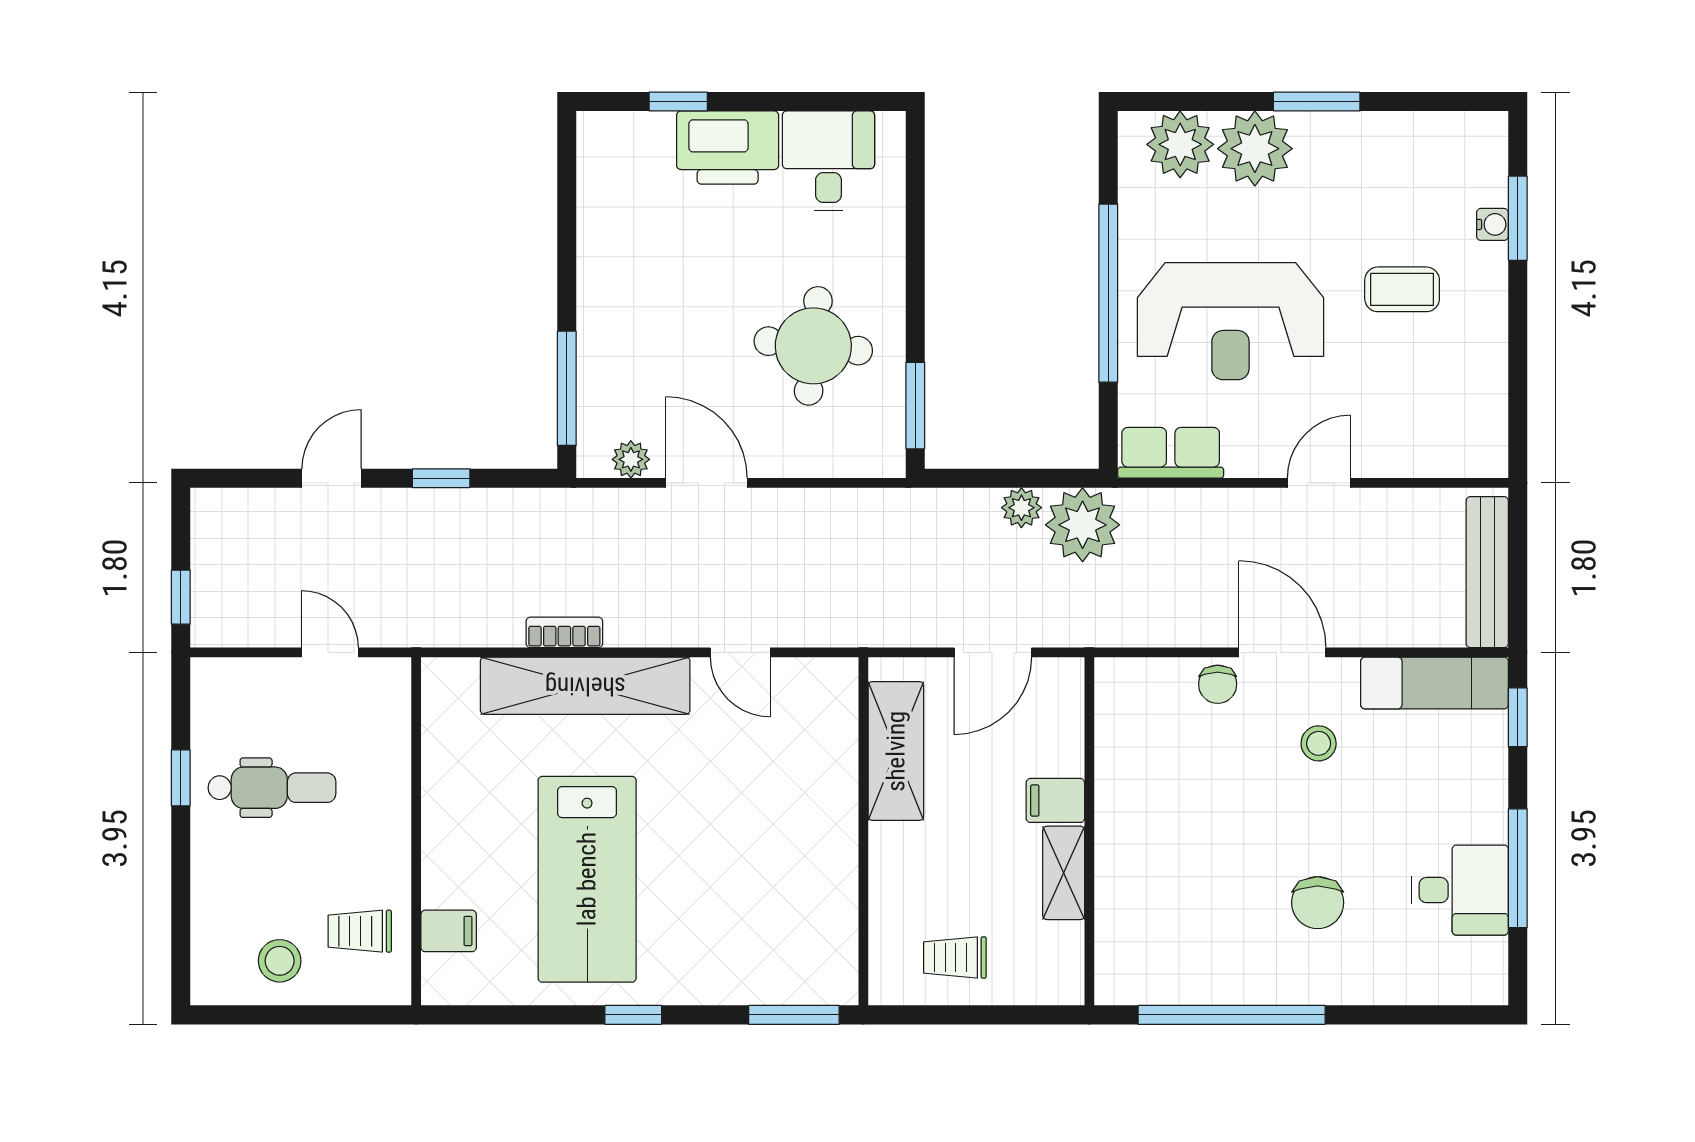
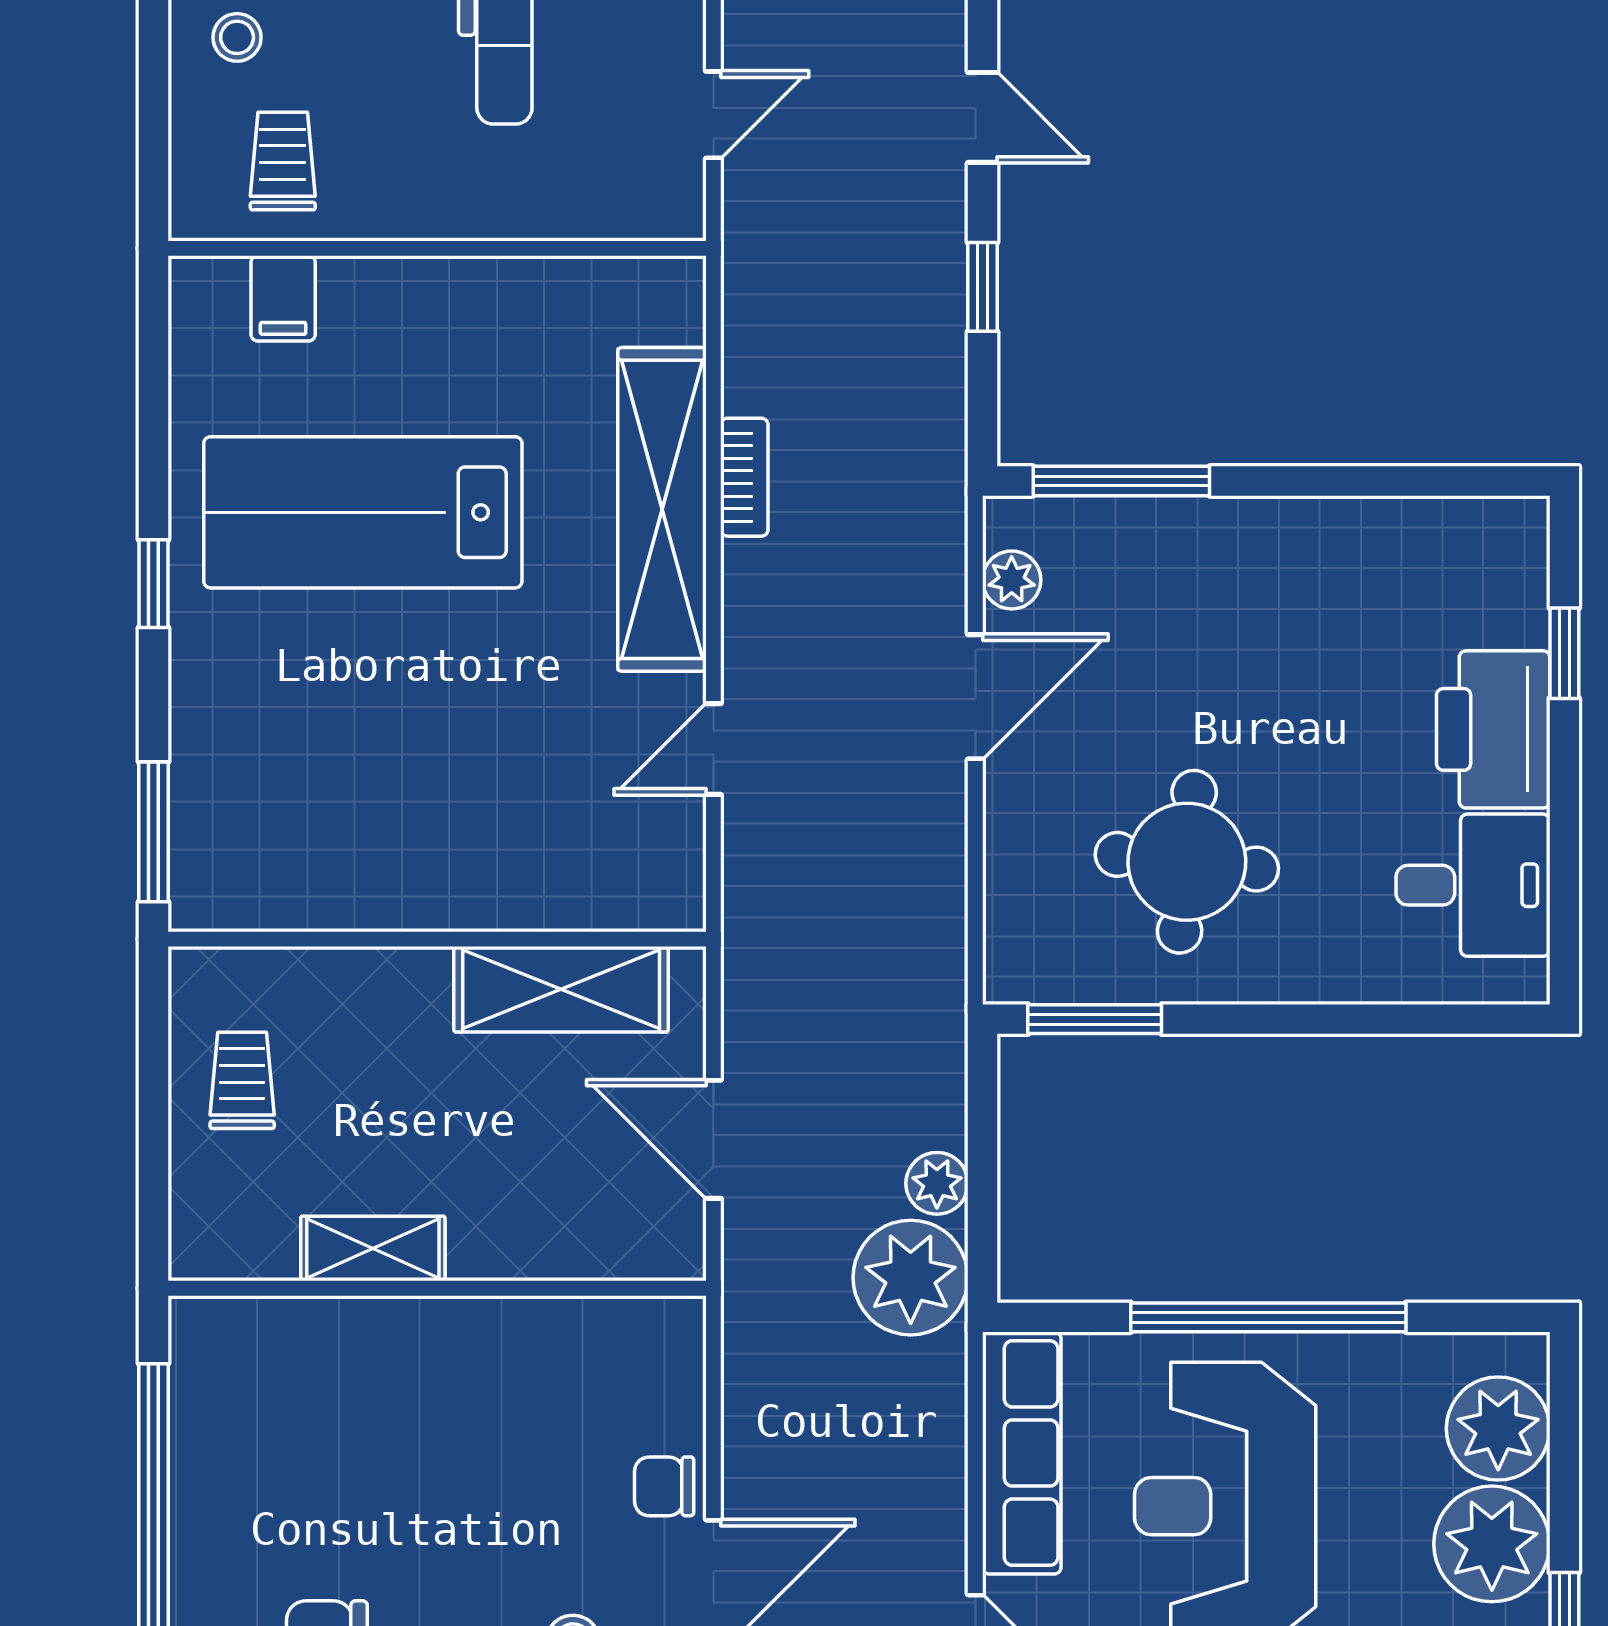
row of seats: (1171, 453) -> (1022, 1453), width x1.48
filing cabinet: (1055, 800) -> (485, 1236), removed
stool: (280, 961) -> (237, 37), width x0.73, depth x0.73

